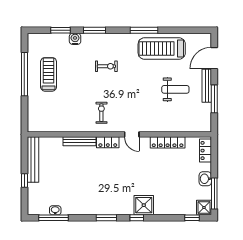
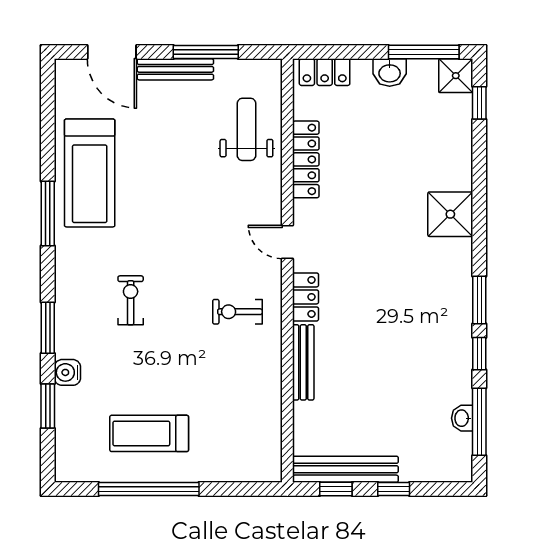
weight bench: (175, 89) -> (246, 129), moved
door: (132, 134) -> (287, 242), swing flipped
window: (24, 155) -> (336, 489), added
window: (137, 218) -> (479, 354), moved

